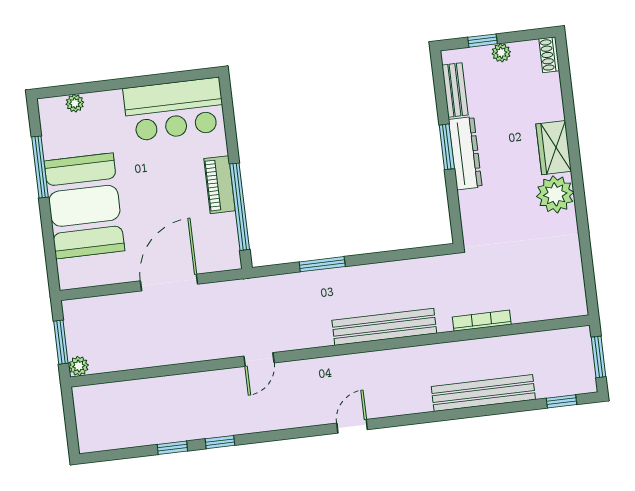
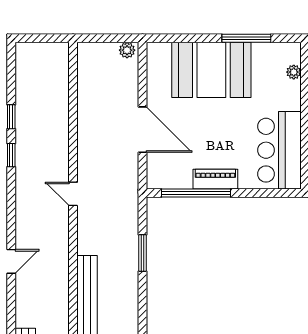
window: (61, 342) -> (106, 38), removed
plant: (79, 366) -> (127, 50), moved
door: (352, 426) -> (11, 261), hinge flipped

